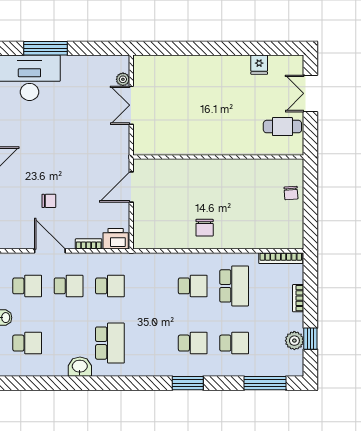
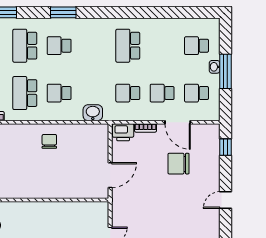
chair: (49, 201) -> (178, 164), width x1.87, depth x1.87
school desk: (234, 343) -> (25, 46), width x1.85
washbasin: (80, 367) -> (93, 113), moved, turned 180

